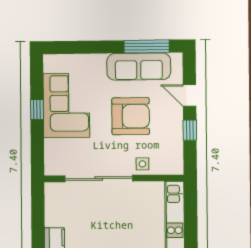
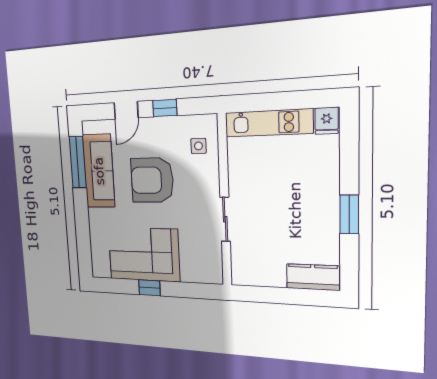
armchair: (131, 116) -> (152, 180), turned -90
side table: (142, 164) -> (198, 146), moved
sliding door: (99, 179) -> (225, 219), width x0.54

